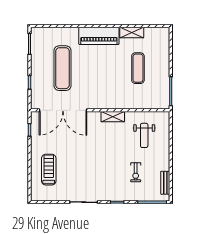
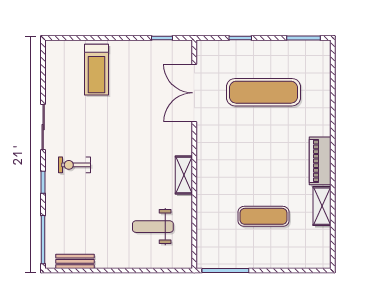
piano: (99, 36) -> (320, 161), width x0.73, depth x0.75
double door: (63, 110) -> (194, 93), width x0.73
treadmill: (49, 170) -> (97, 70), turned 90
exercise bike: (136, 172) -> (75, 165), moved

